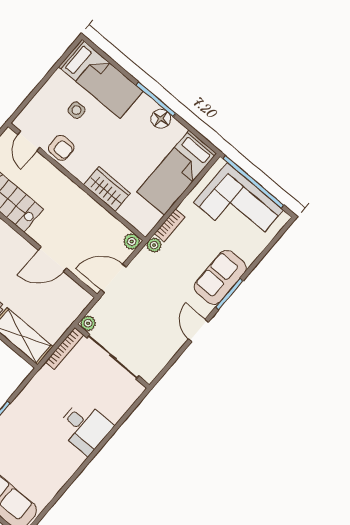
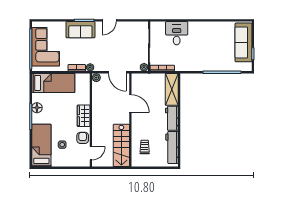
wardrobe: (107, 189) -> (84, 116), moved
desk: (85, 427) -> (177, 33), moved

